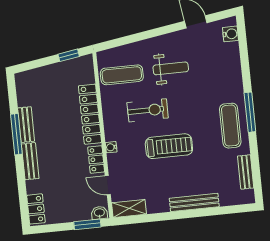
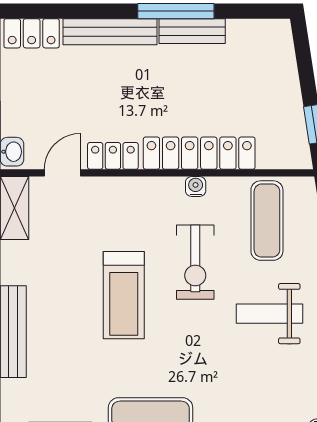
weight bench: (171, 68) -> (269, 314), turned 90
water cooler: (111, 147) -> (196, 186), moved
bench: (30, 161) -> (110, 32), width x1.36

